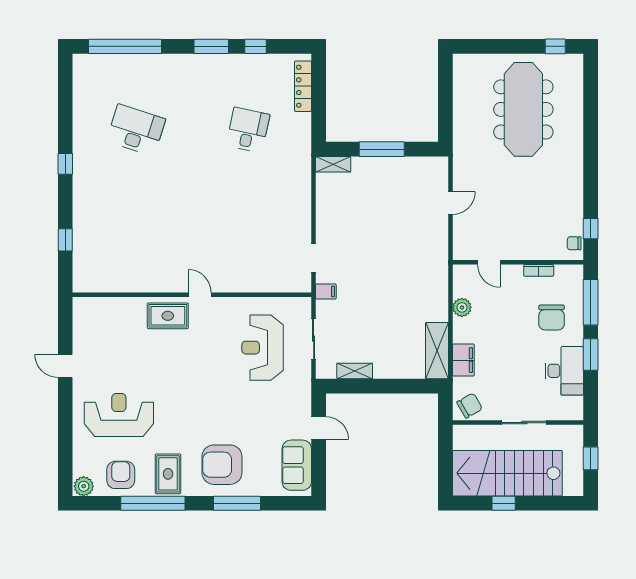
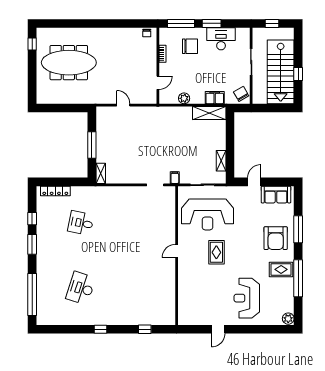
window: (591, 229) -> (138, 23), removed
rug: (168, 316) -> (216, 252), moved
reception desk: (263, 348) -> (207, 214), width x1.36, depth x1.30
armchair: (121, 475) -> (282, 297), removed

